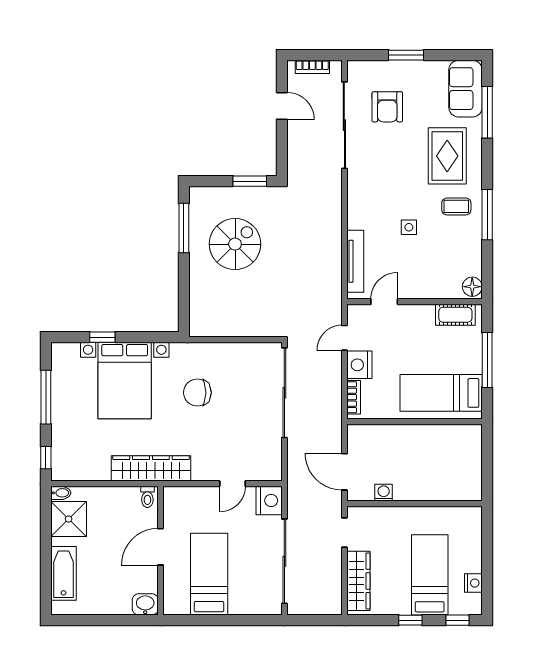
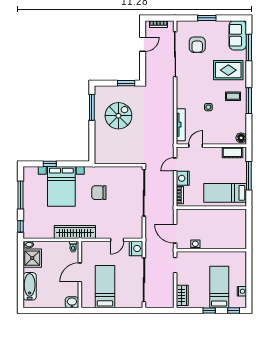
door: (282, 106) -> (143, 44), hinge flipped
rug: (447, 156) -> (228, 70), turned 90
wardrobe: (358, 581) -> (182, 295), width x0.67

